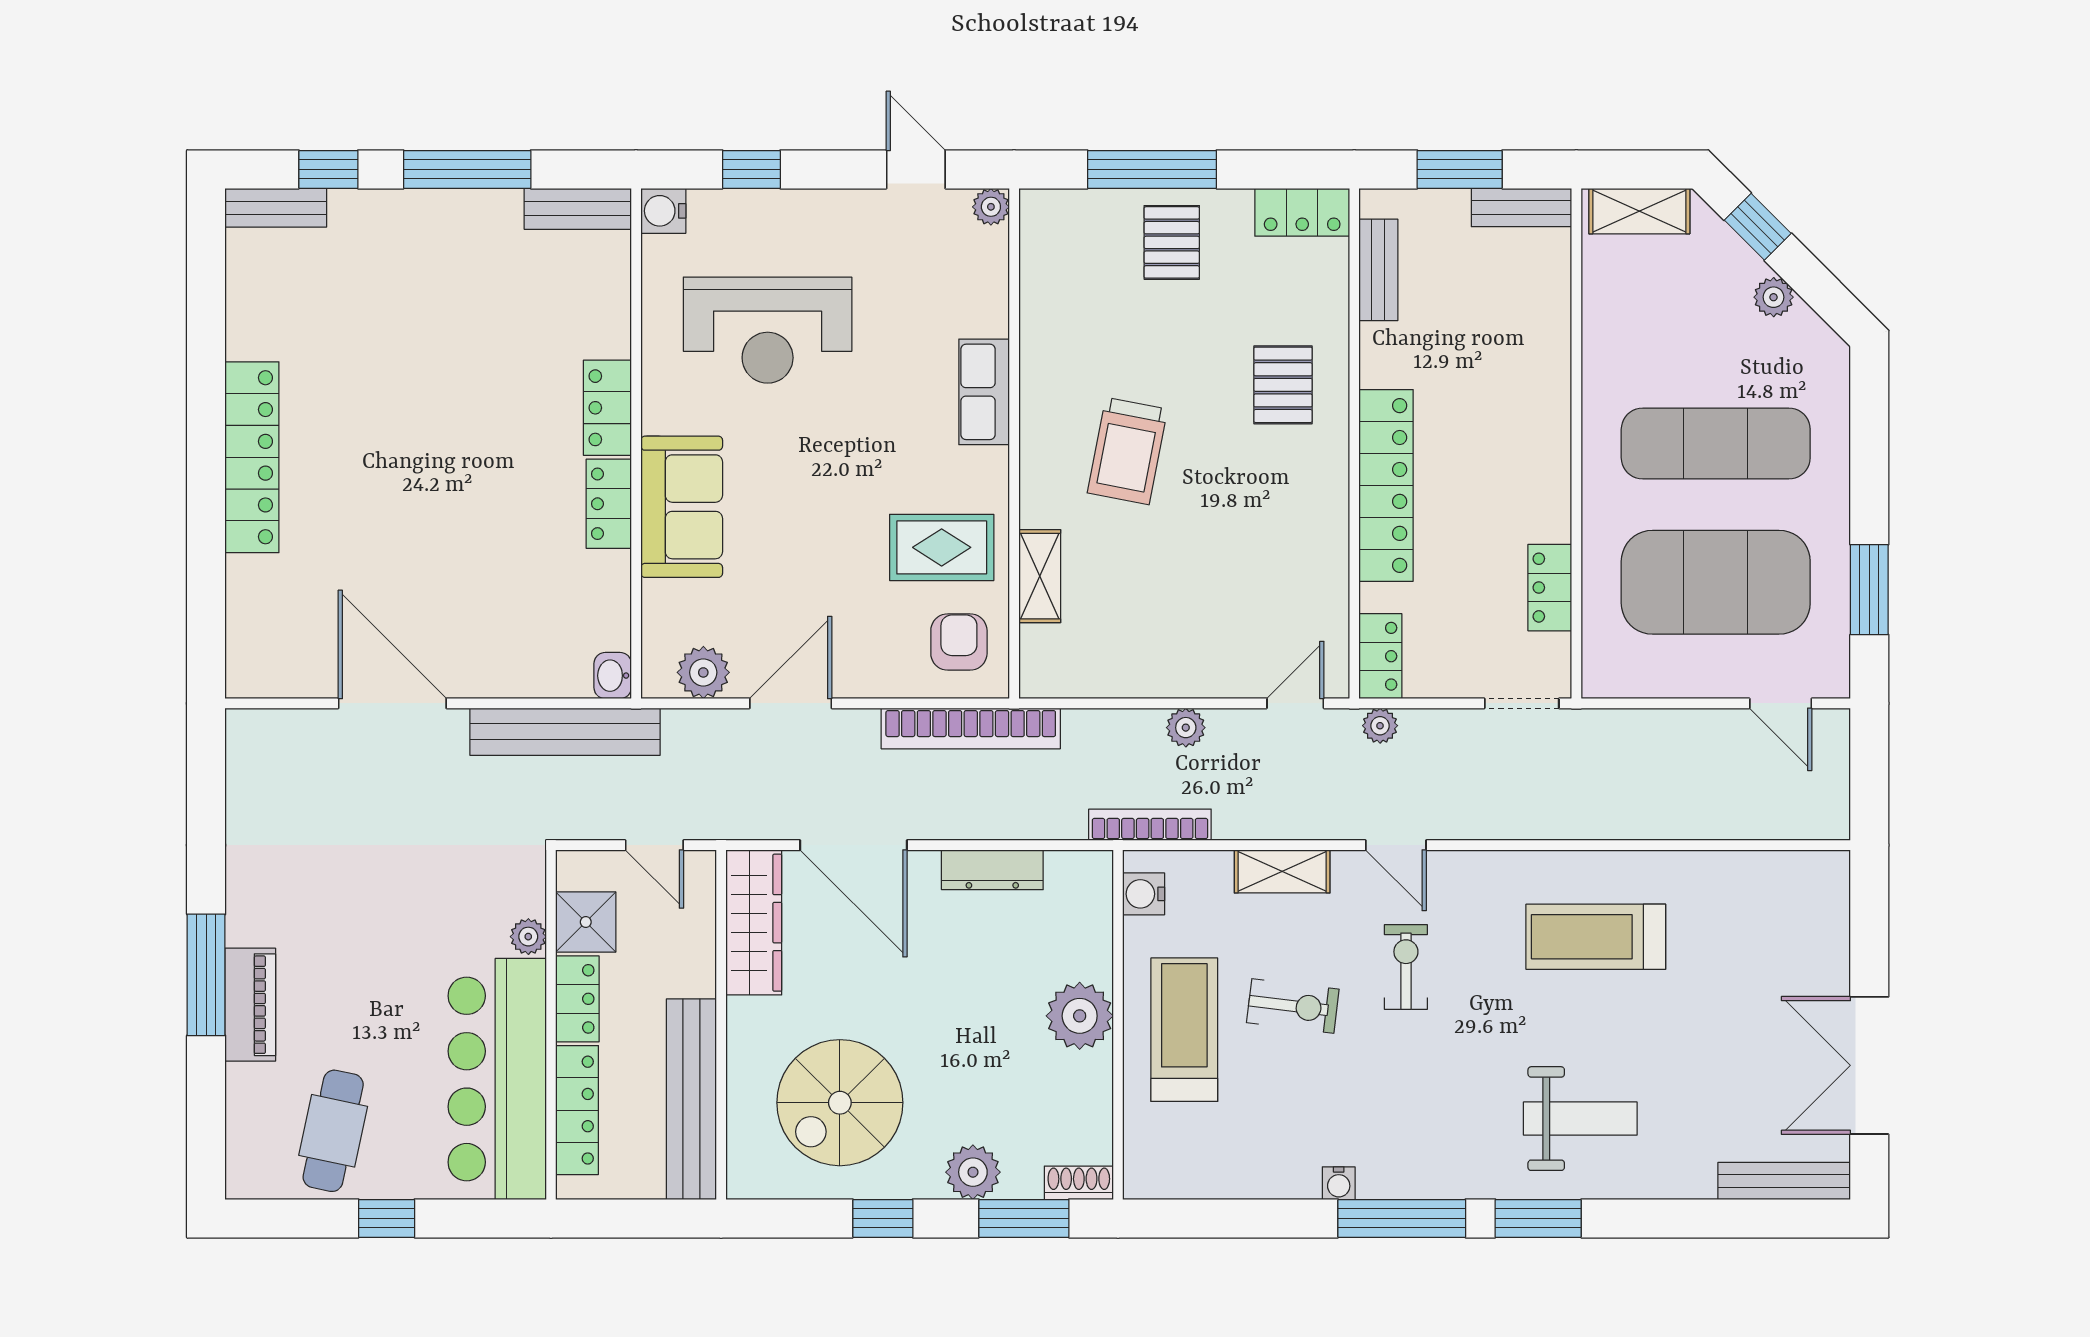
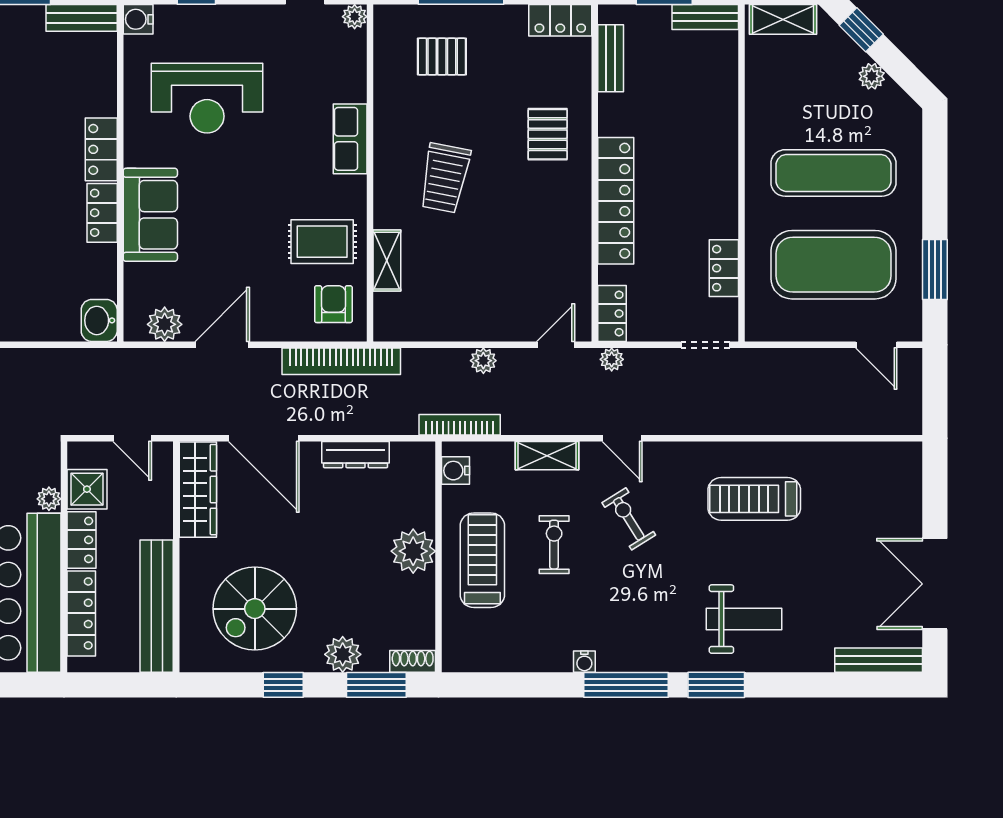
pallet: (1172, 242) -> (442, 57), moved, turned 90
washbasin: (613, 676) -> (99, 320), width x1.38, depth x1.45
bench: (565, 732) -> (73, 363), removed
exercise bike: (1406, 967) -> (629, 519), turned -32
exercise bike: (1293, 1006) -> (554, 545), turned -97

